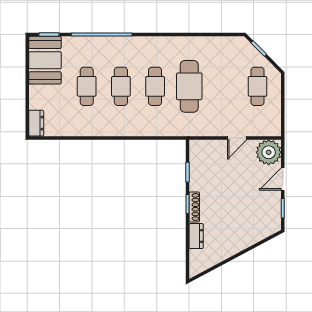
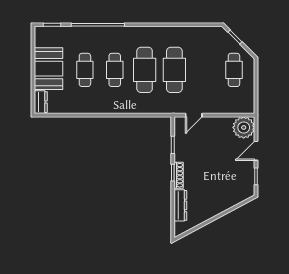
booth: (45, 60) -> (48, 69), moved
cafe table: (155, 86) -> (145, 70), width x1.37, depth x1.35
door: (237, 138) -> (194, 115), moved
dresser: (196, 236) -> (180, 205), width x1.44

